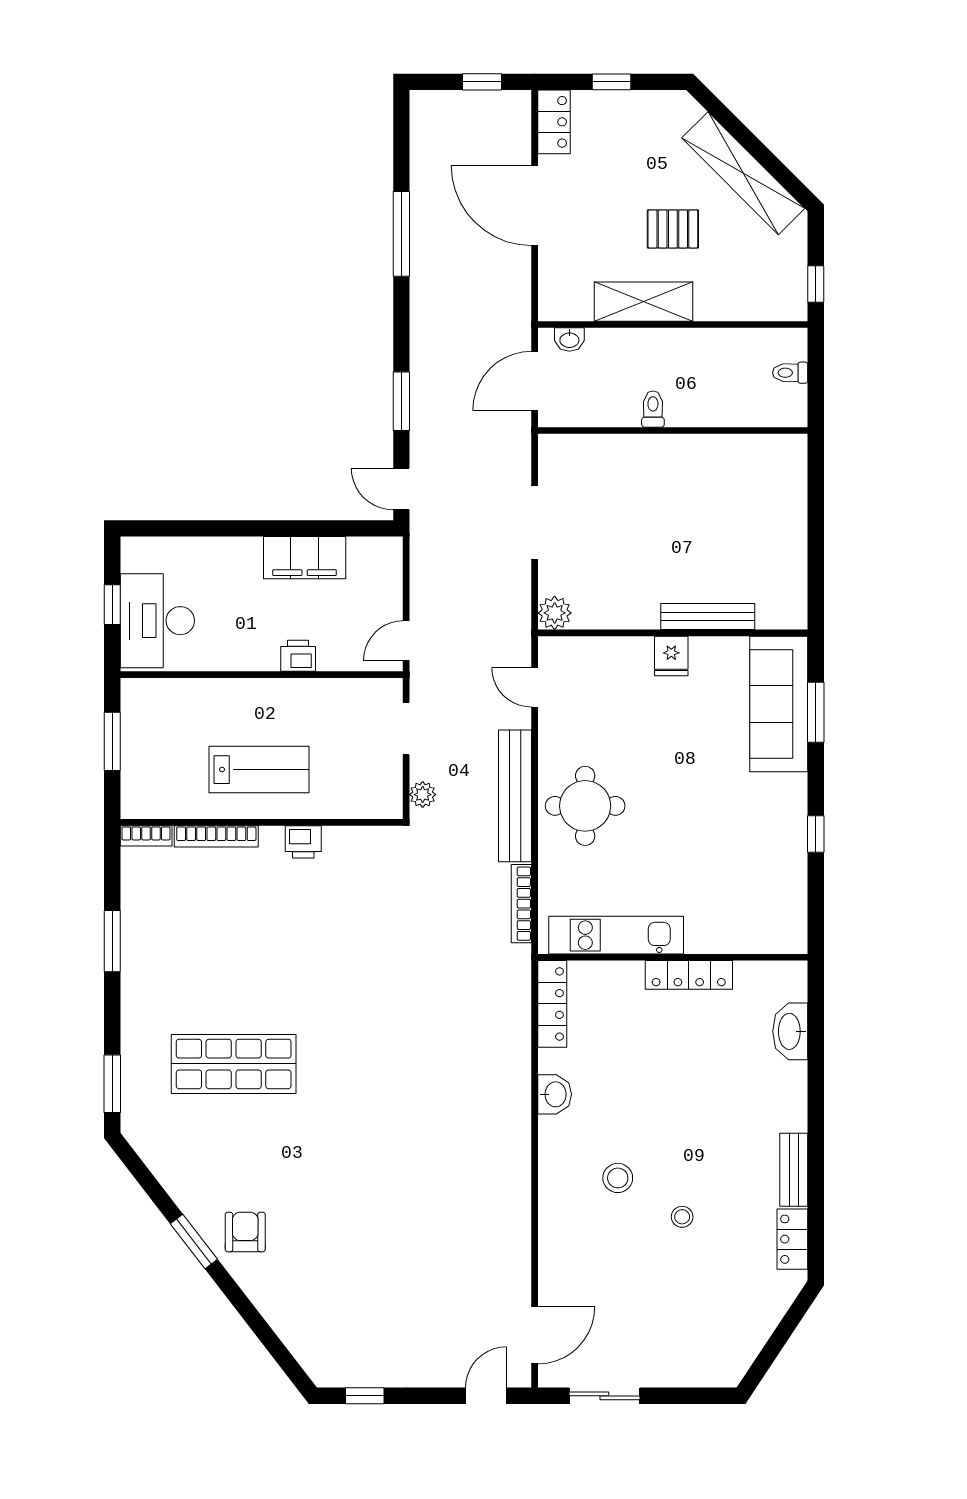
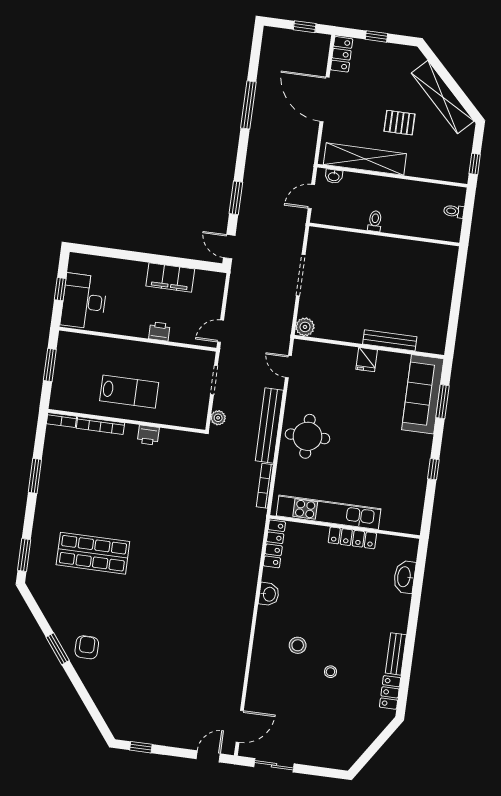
shelving: (643, 302) -> (365, 159), width x1.47
door: (535, 381) -> (311, 197), width x0.73
kitchen unit: (616, 935) -> (329, 512), width x1.36

